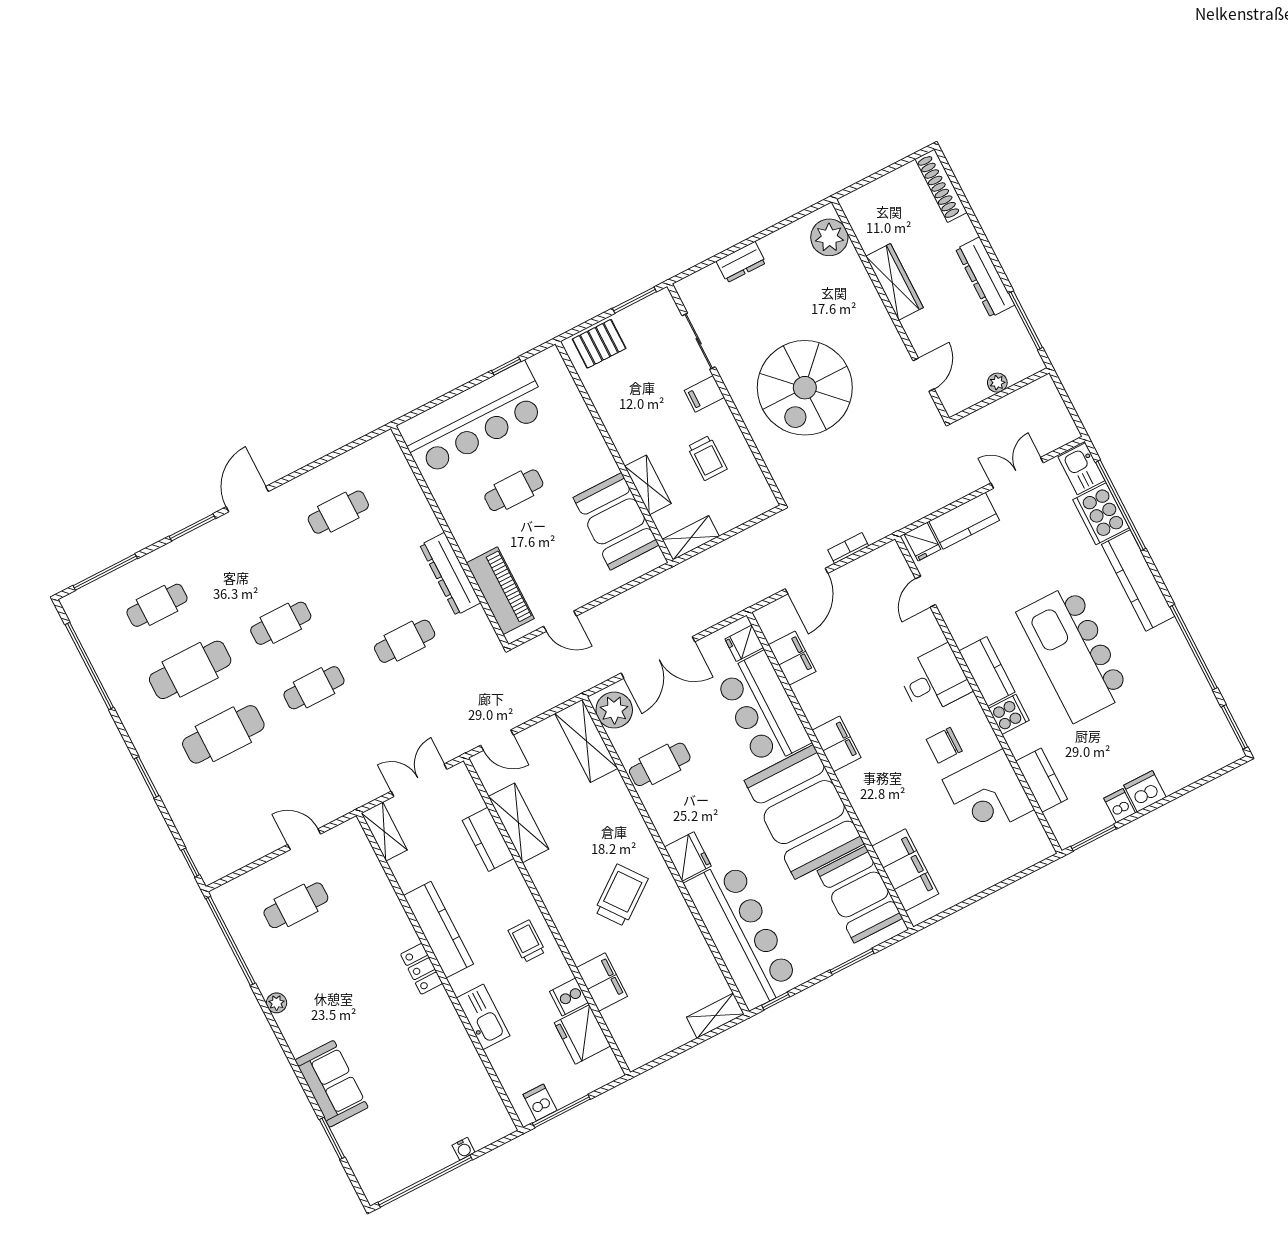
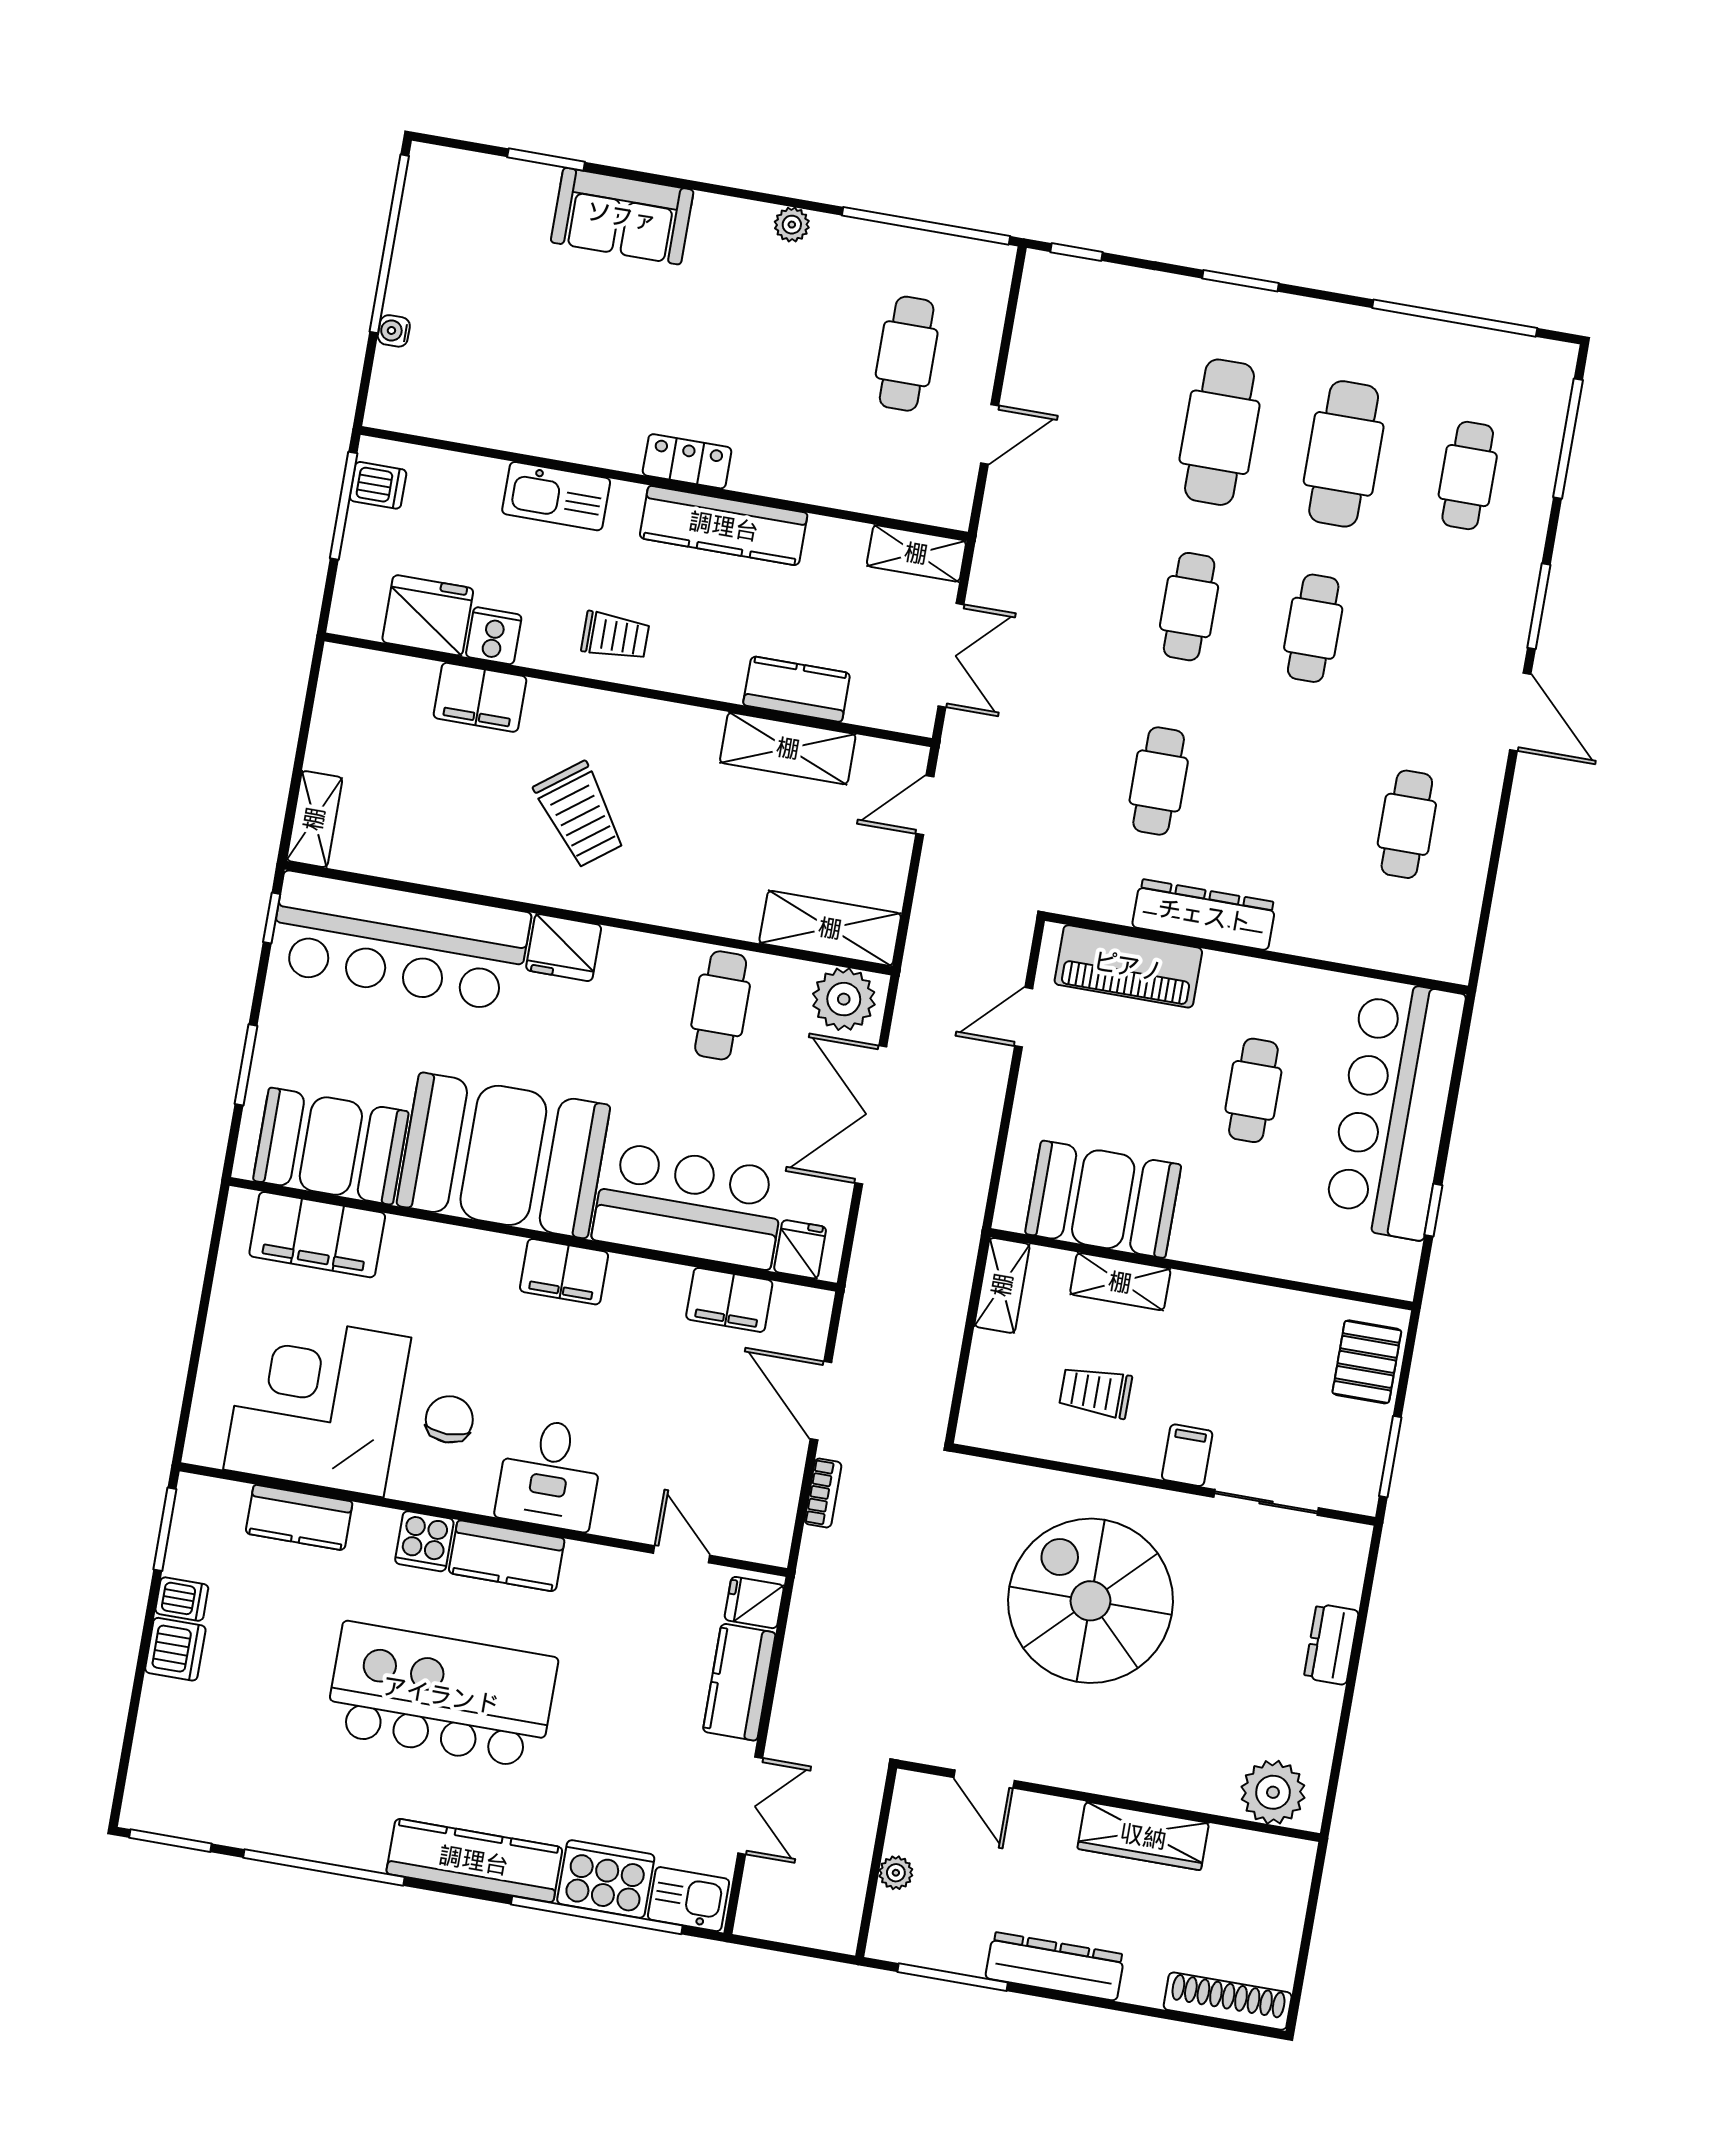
corner desk: (988, 795) -> (317, 1404), width x1.36, depth x1.36

